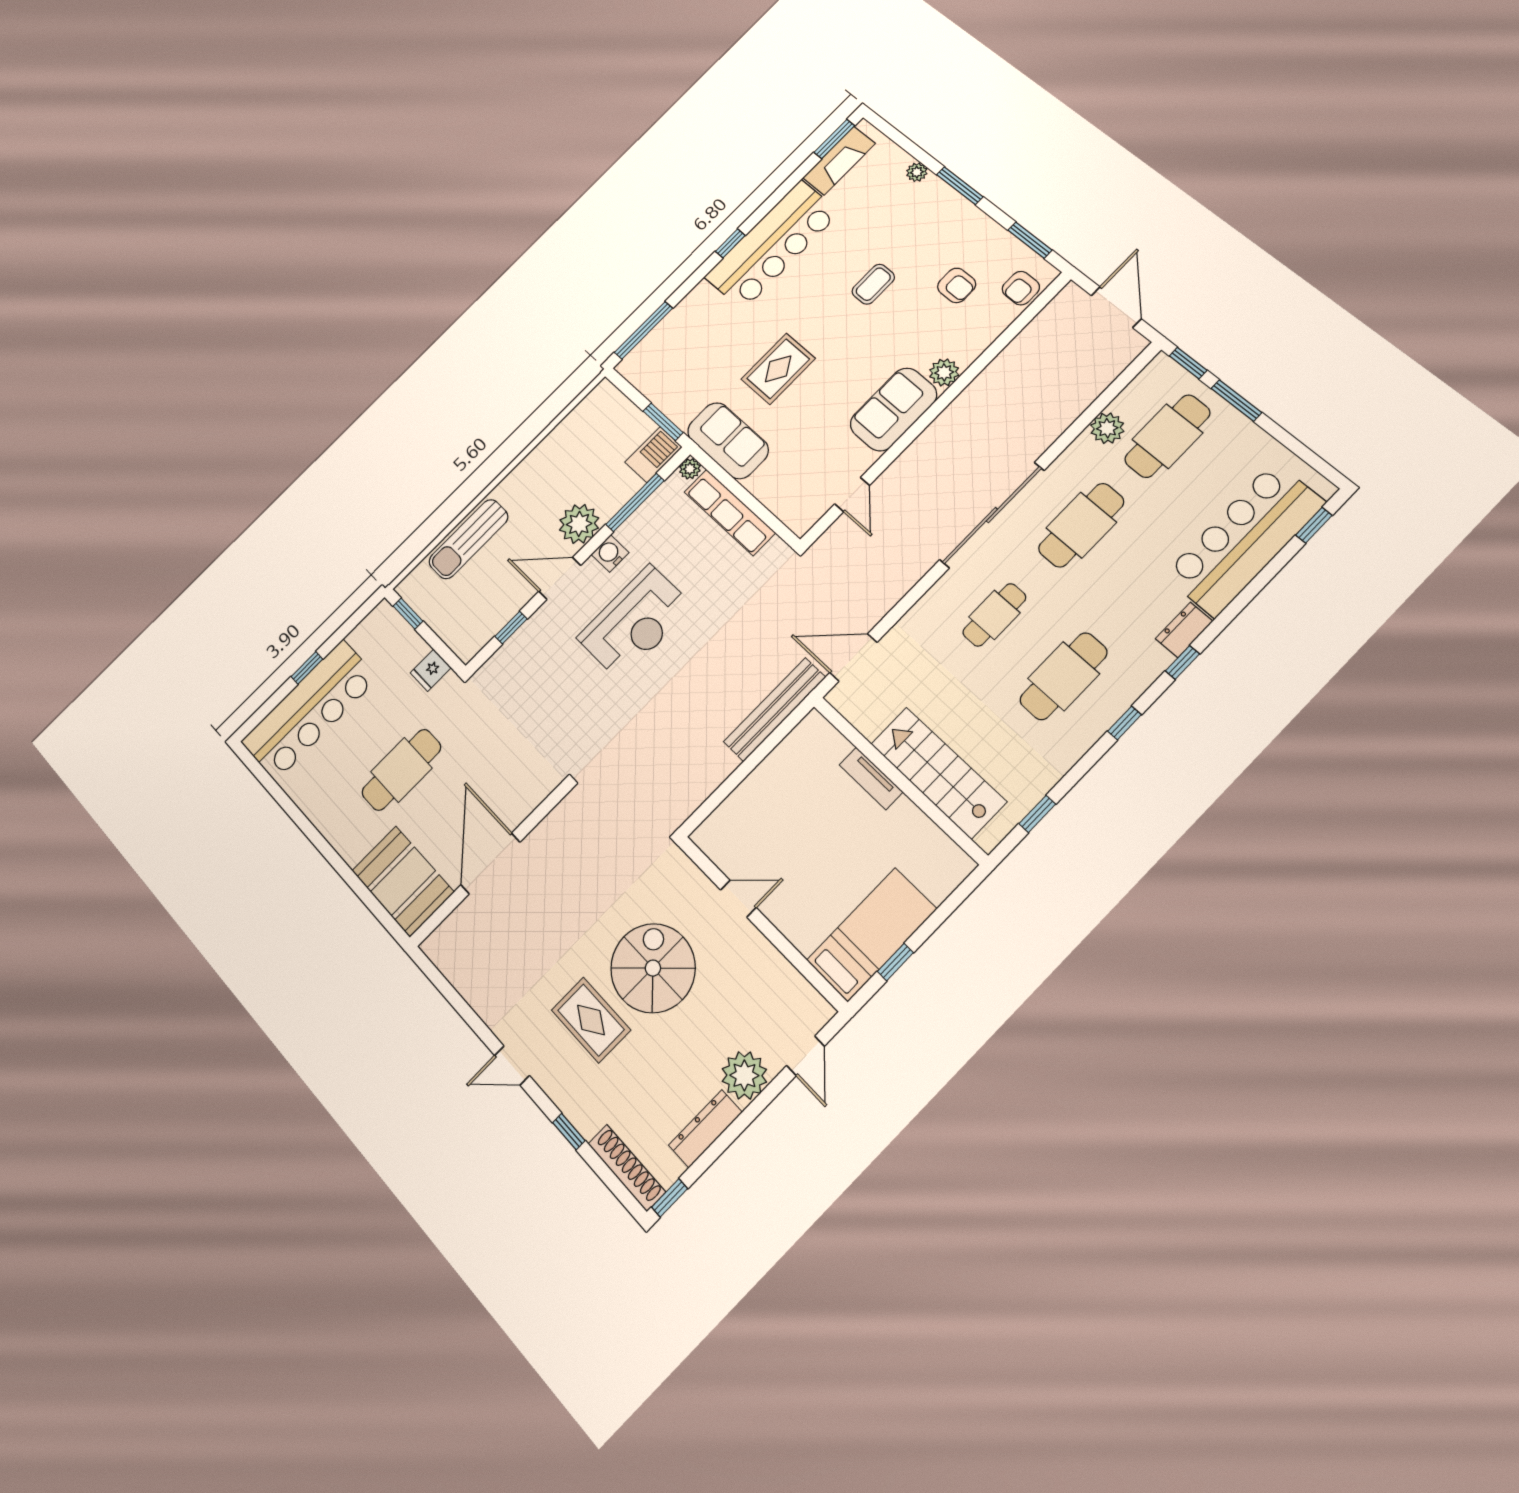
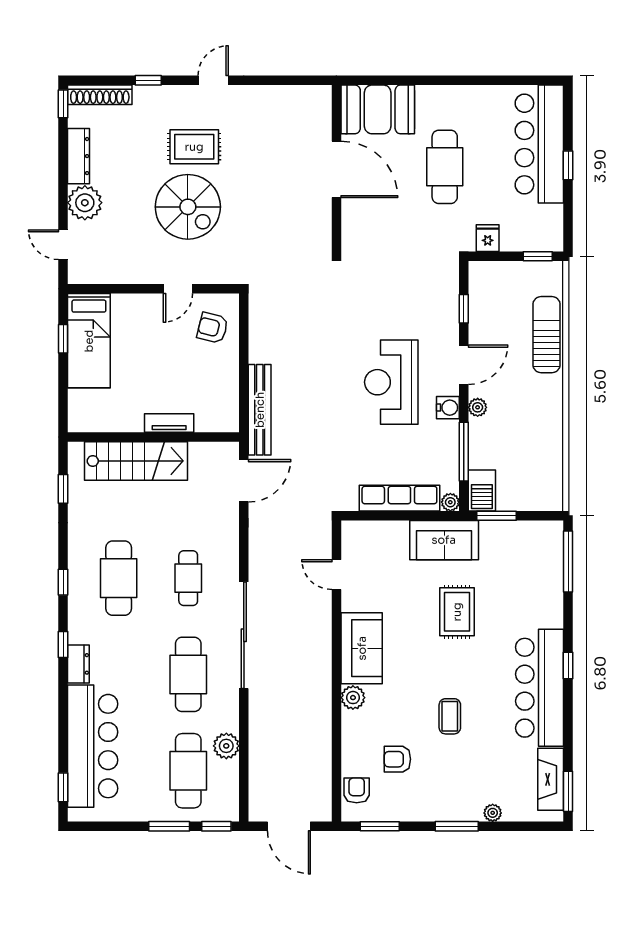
plant: (579, 524) -> (478, 407), width x0.53, depth x0.53
armchair: (743, 829) -> (212, 328), added

